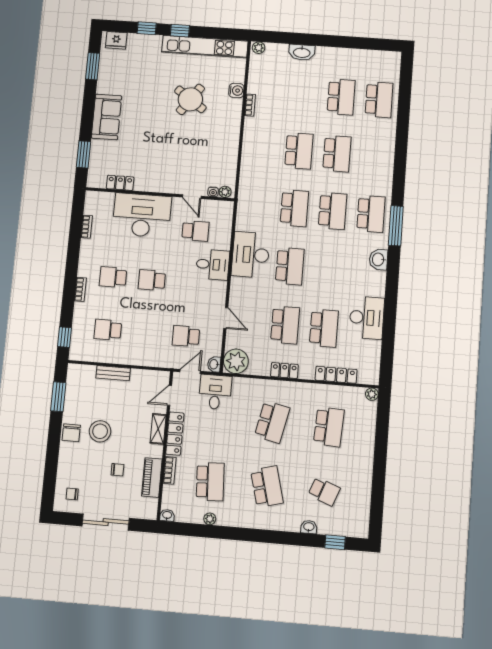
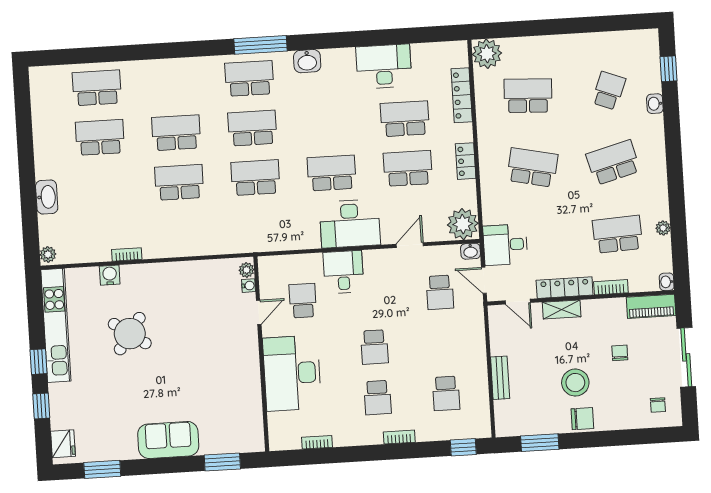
locker: (120, 183) -> (253, 408), removed
desk: (251, 255) -> (350, 224), moved
plant: (372, 394) -> (487, 54), width x1.88, depth x1.88
piano: (152, 478) -> (651, 306), moved

